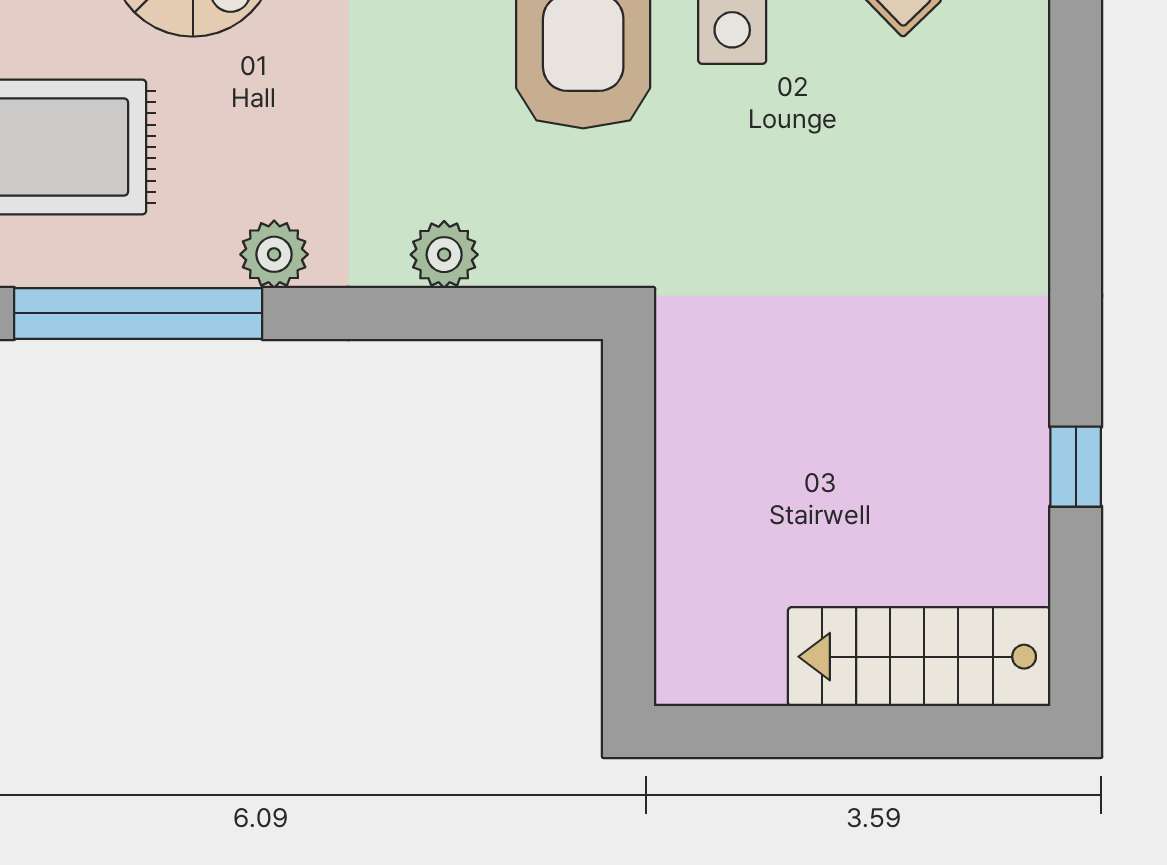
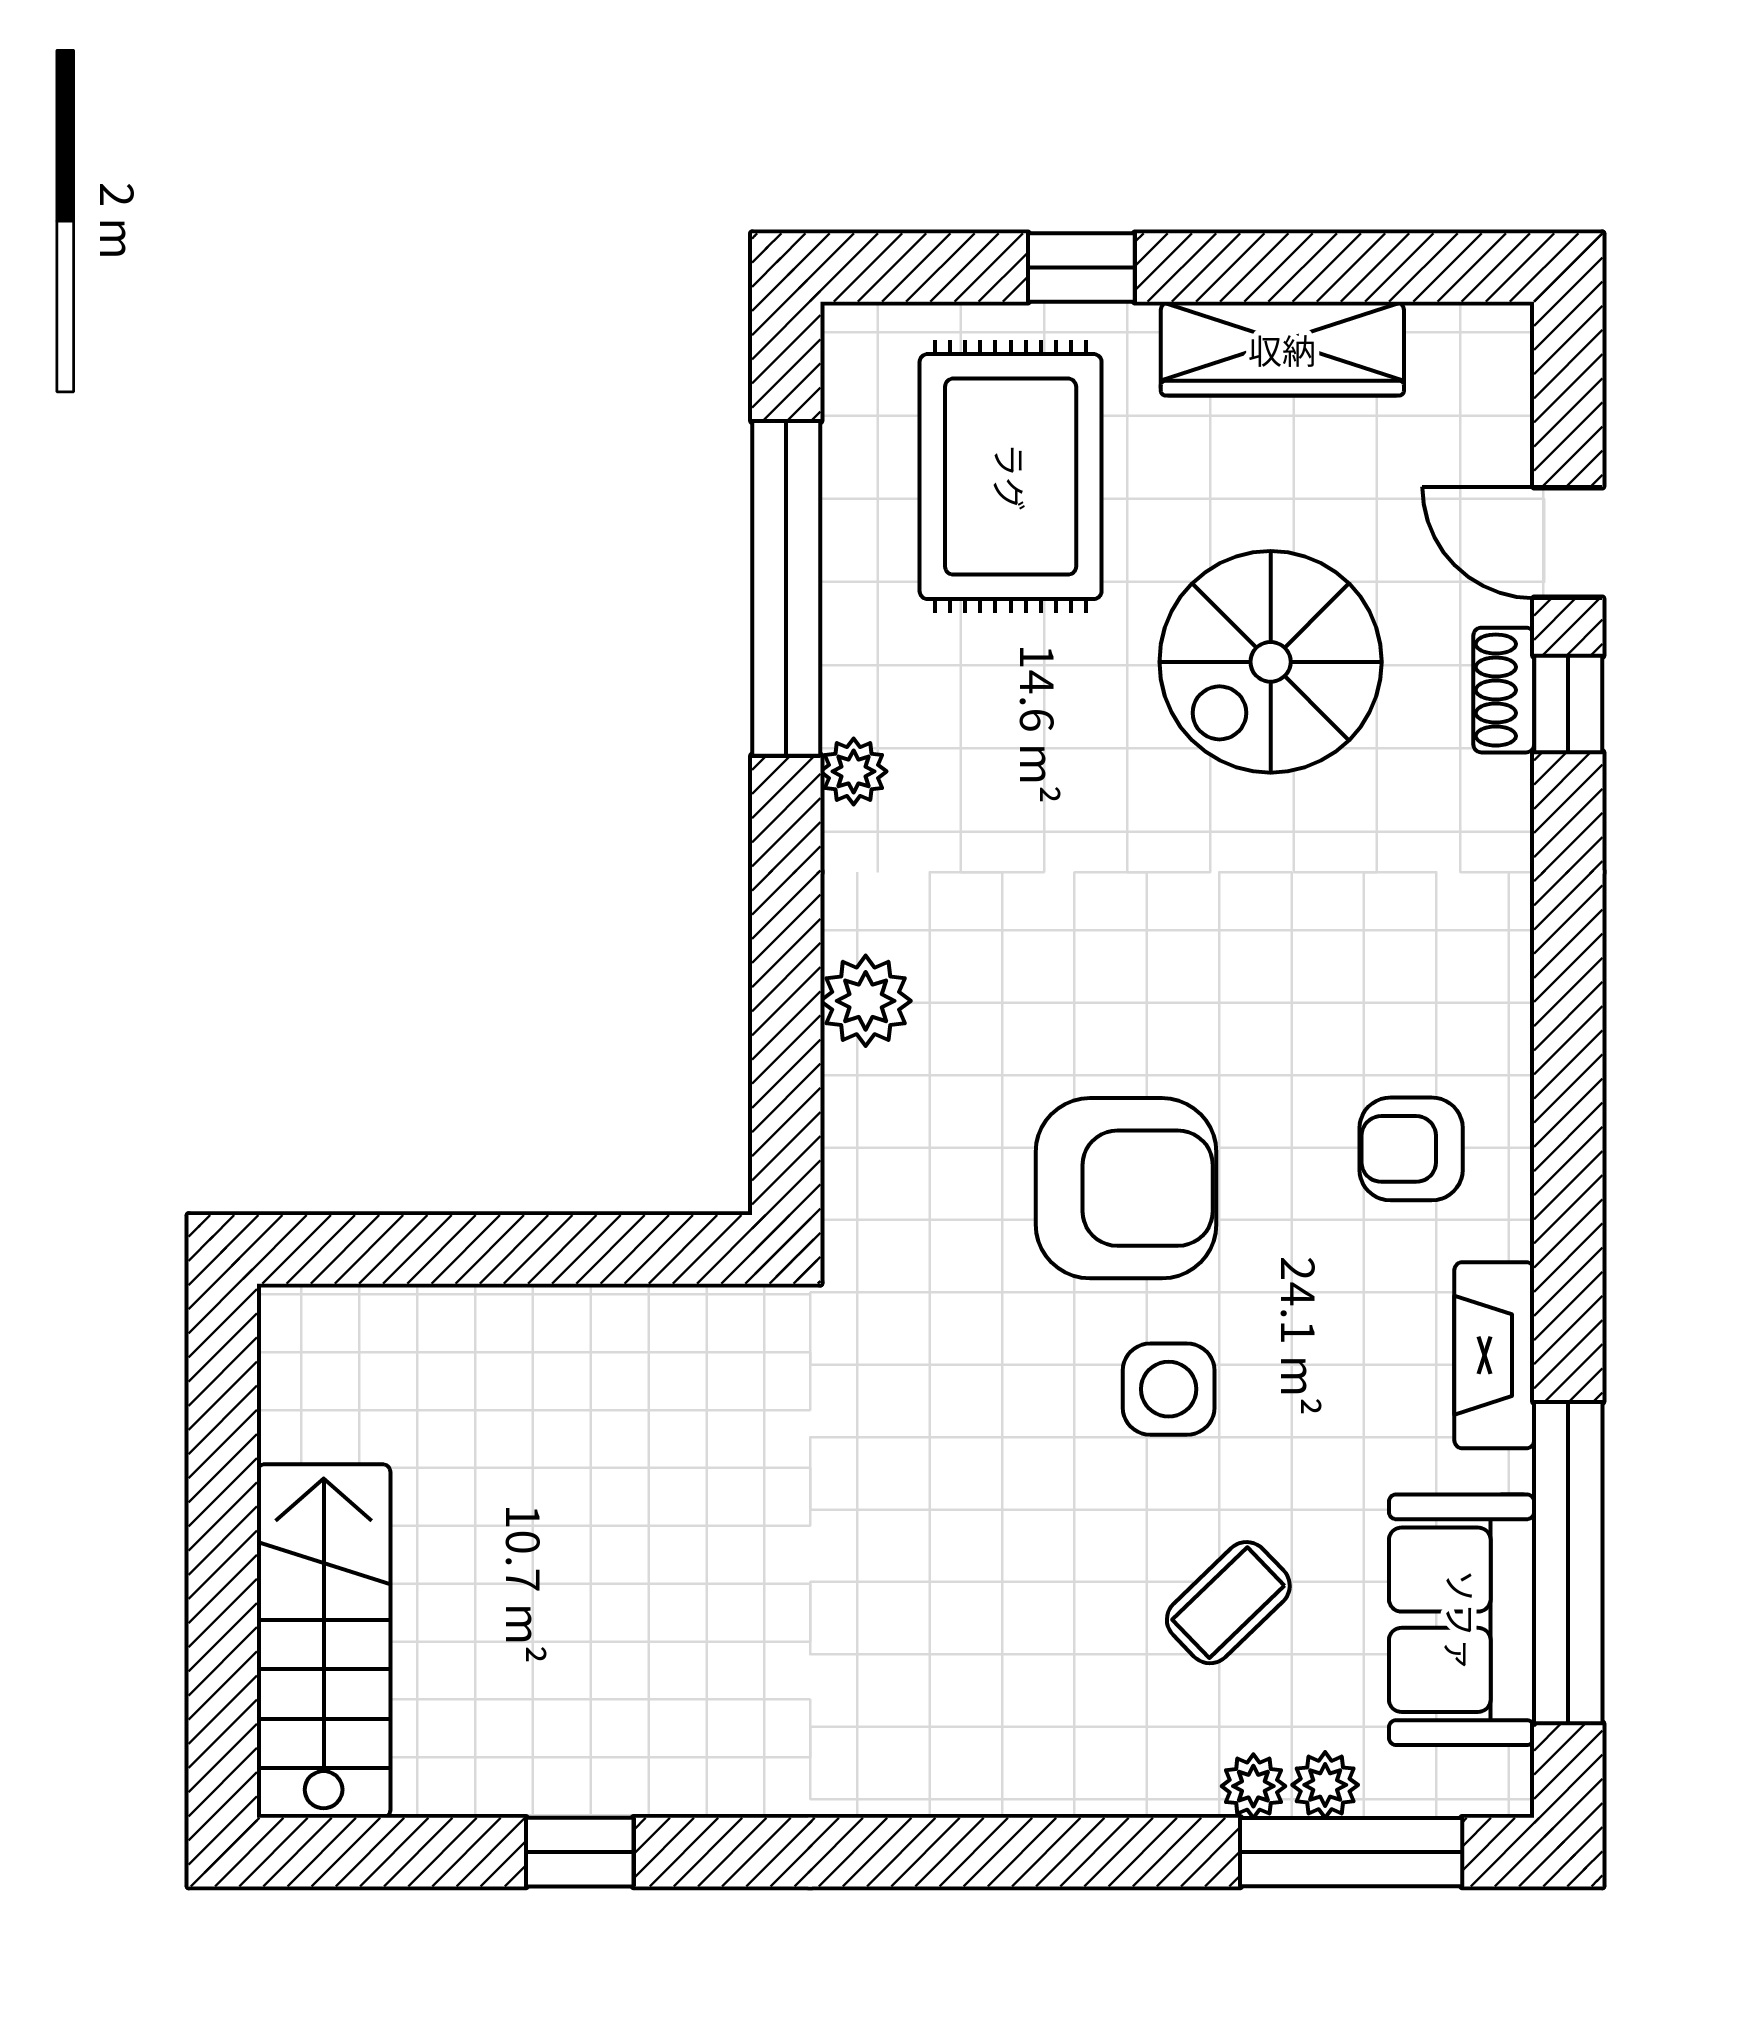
plant: (274, 254) -> (854, 771), width x0.73, depth x0.73

